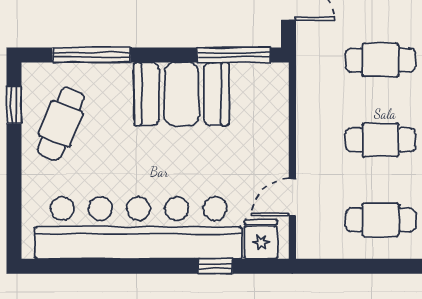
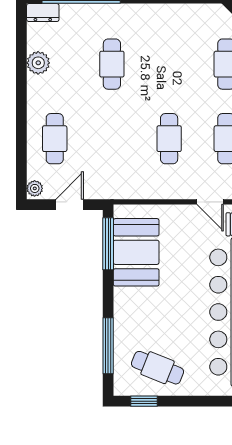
cafe table: (380, 60) -> (112, 139), removed
booth: (181, 94) -> (136, 252), moved

